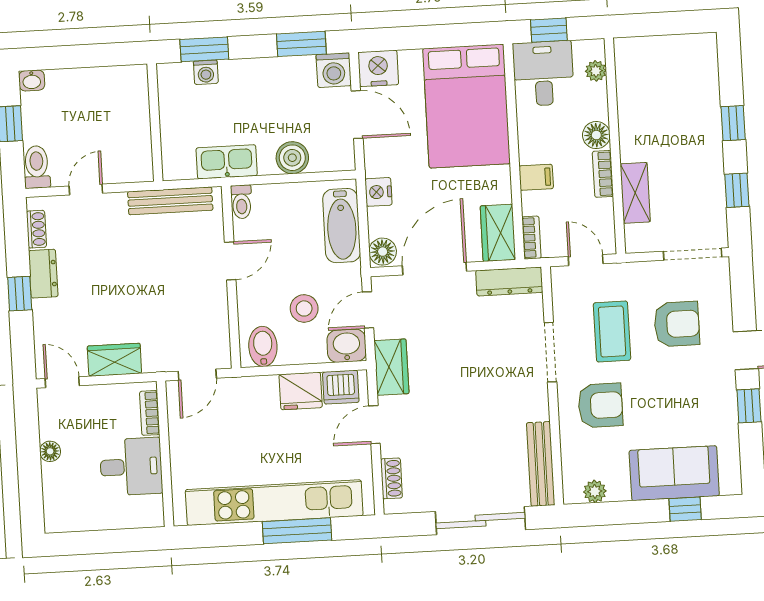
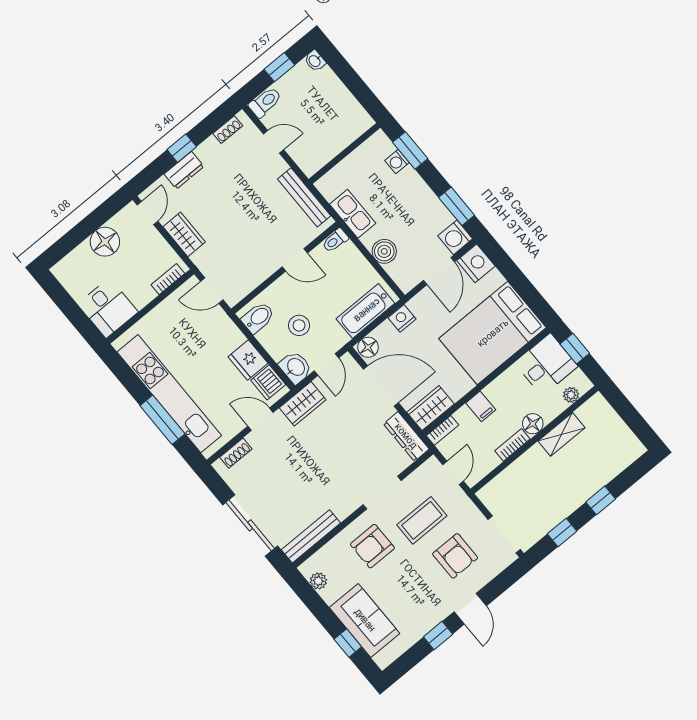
shelving: (635, 193) -> (562, 434), moved
dresser: (43, 274) -> (184, 170), moved
door: (368, 310) -> (326, 364), swing flipped
armchair: (600, 405) -> (372, 546), turned 90
floor lamp: (50, 451) -> (105, 242), width x1.89, depth x1.89
desk: (131, 467) -> (108, 308), moved

